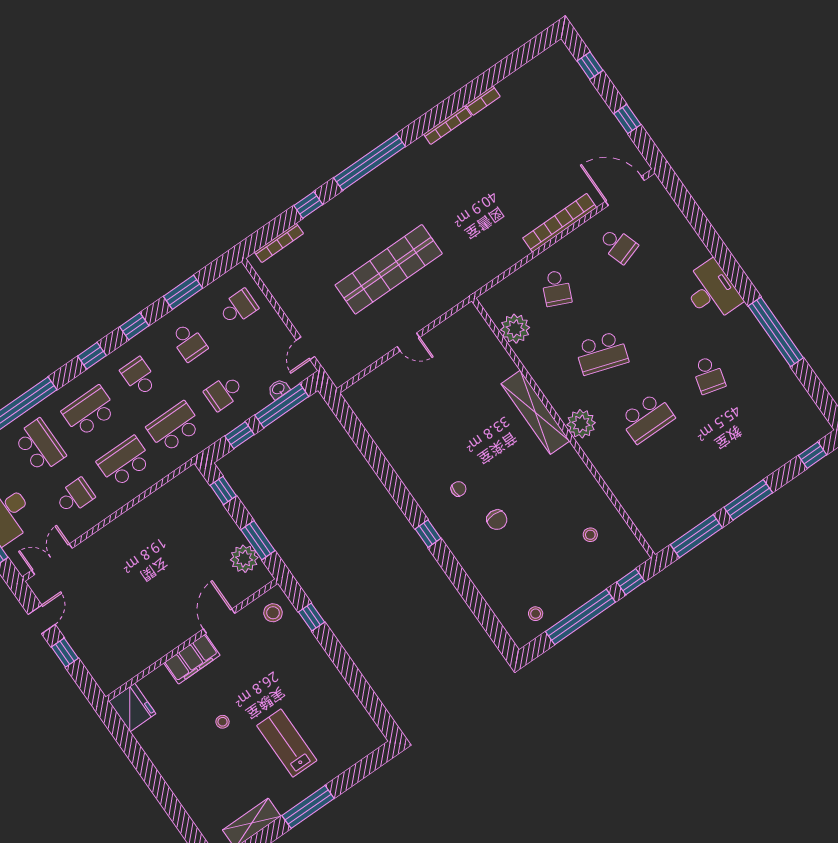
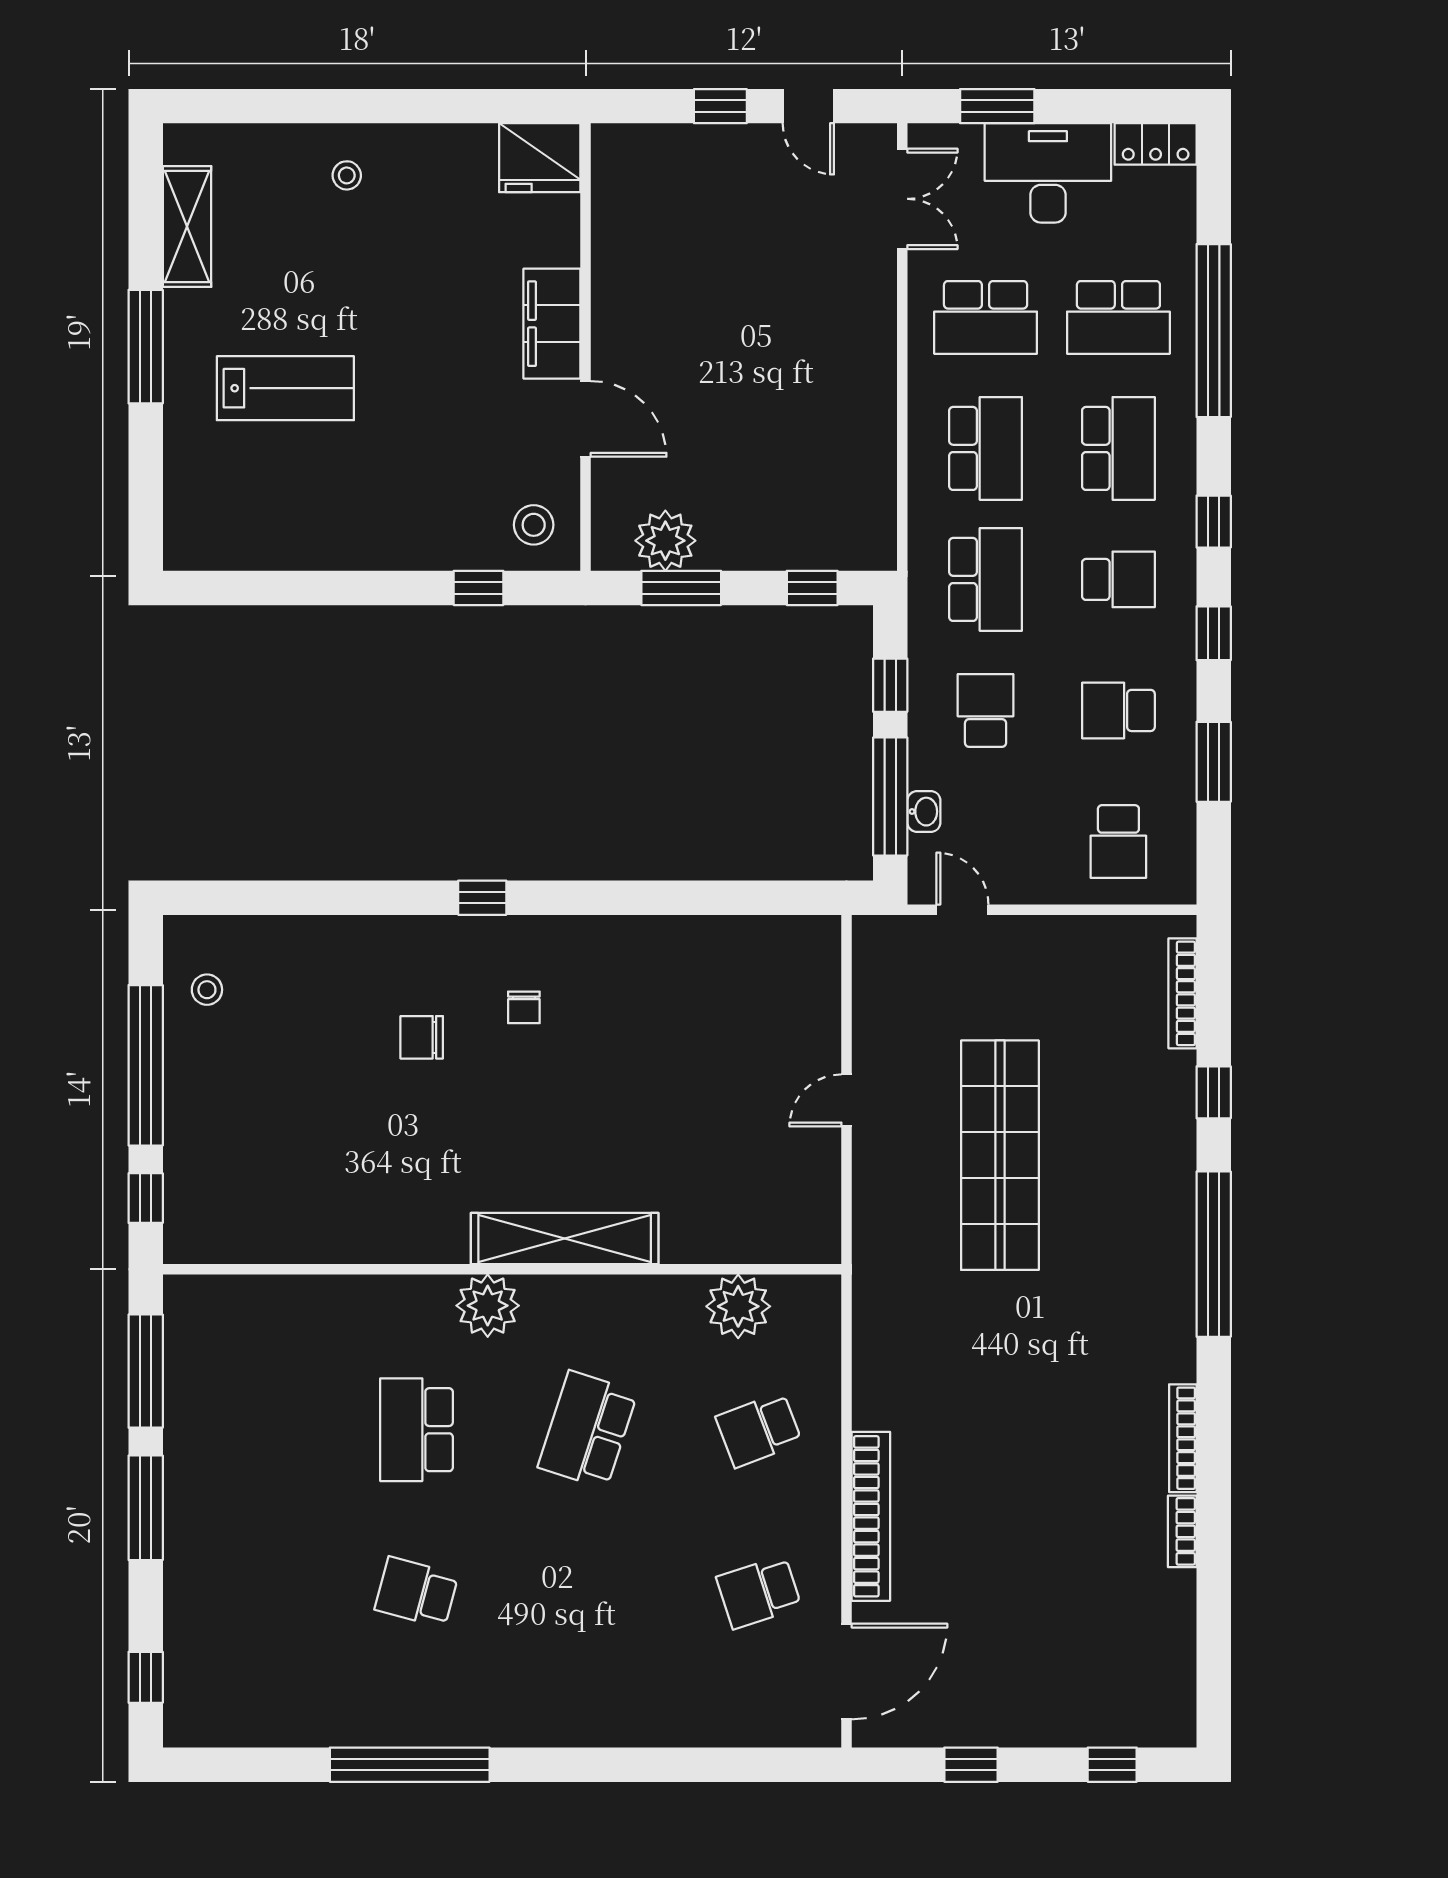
school desk: (556, 288) -> (759, 1430), turned -45
desk: (712, 291) -> (561, 1701), removed
school desk: (75, 496) -> (986, 317), width x1.85
stool: (590, 535) -> (279, 1184), removed
stool: (223, 722) -> (347, 175), moved

